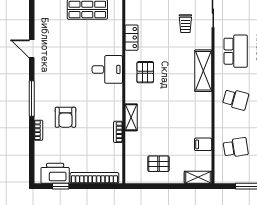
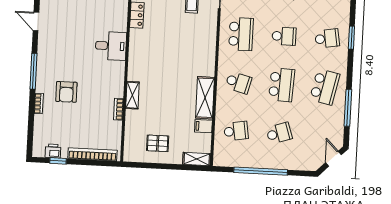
shelving: (203, 71) -> (205, 98), moved
pallet: (145, 72) -> (149, 51), removed
printer: (55, 173) -> (53, 151), width x0.53, depth x0.68

